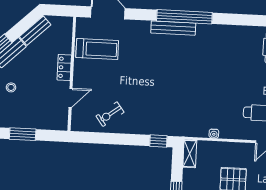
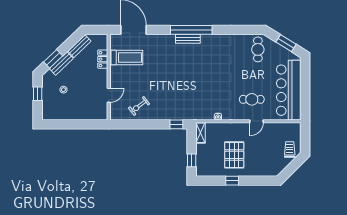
bench: (173, 28) -> (188, 39), width x0.73
locker: (64, 67) -> (103, 59), moved
window: (23, 134) -> (74, 124), removed

